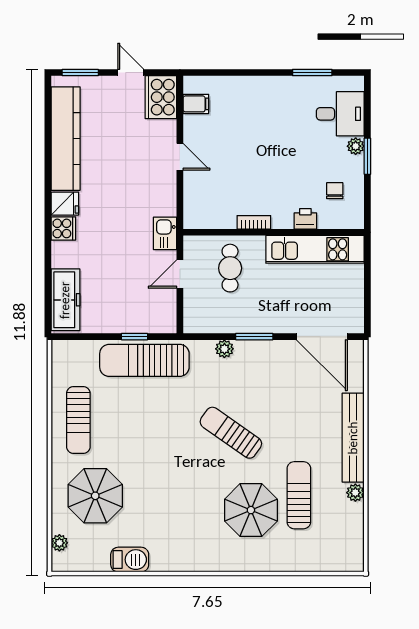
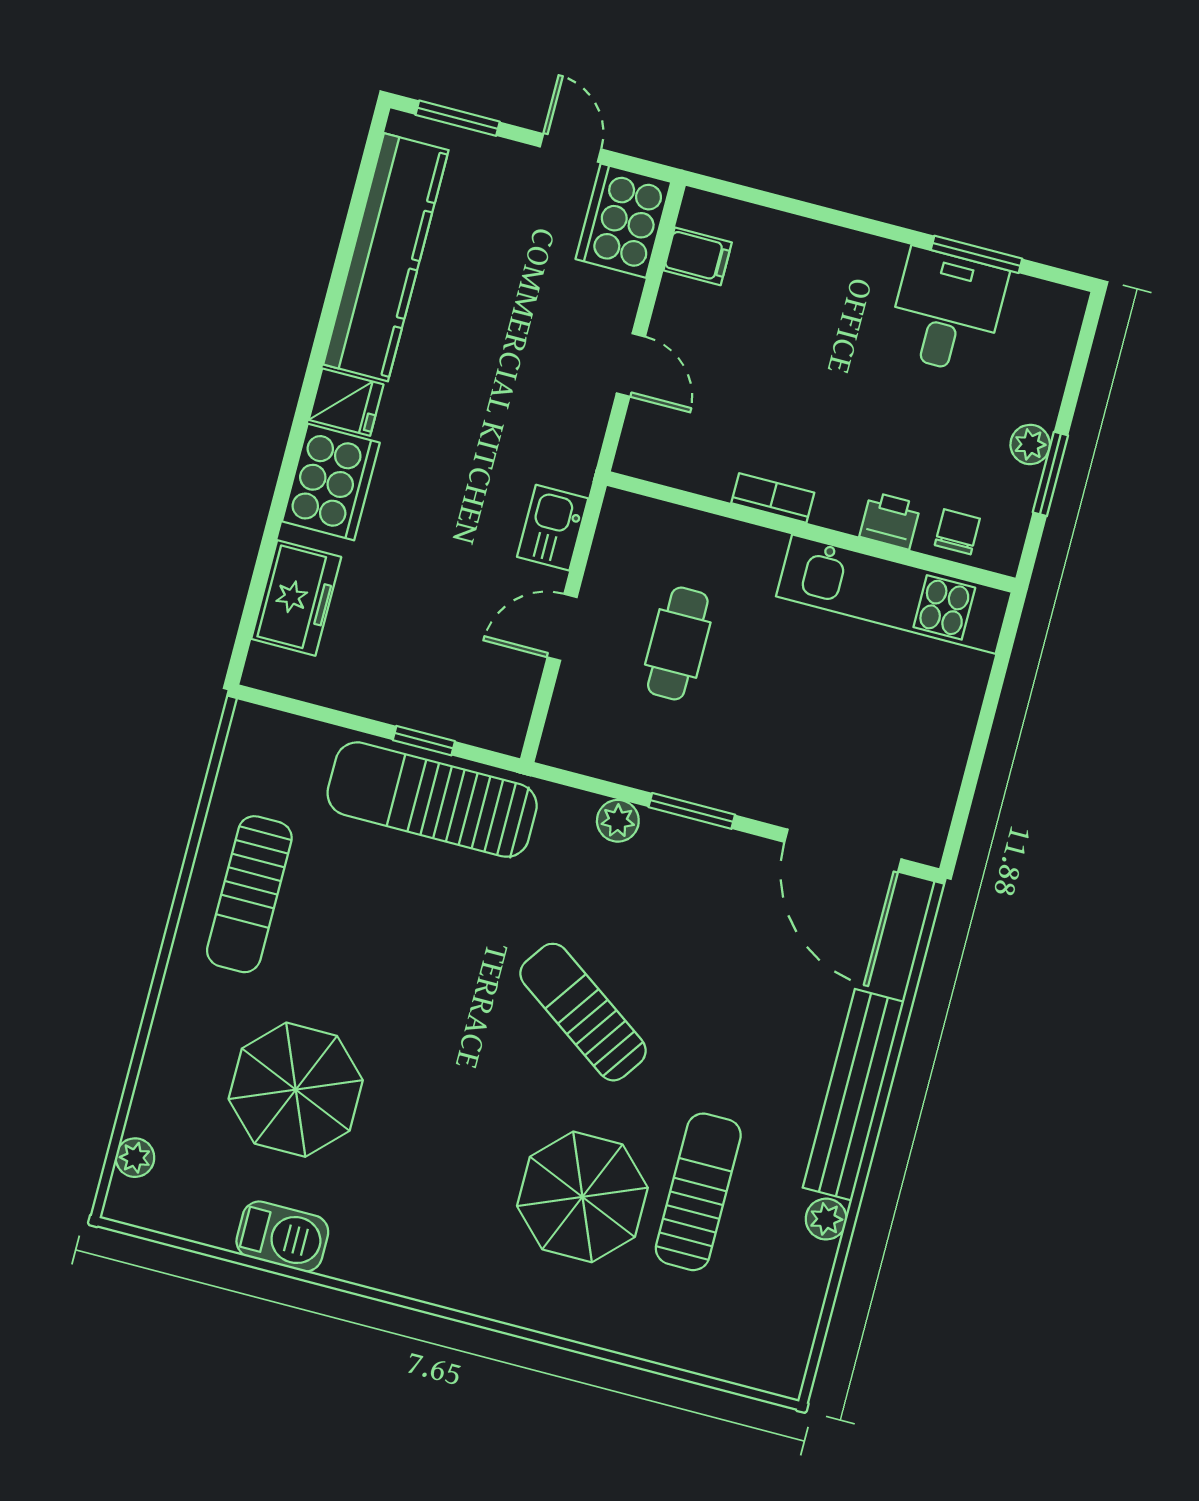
desk: (340, 114) -> (947, 311), moved, turned -90
printer: (305, 219) -> (890, 520), moved
bookcase: (254, 222) -> (773, 498), moved
cooker: (63, 228) -> (331, 482), width x1.87, depth x1.31
wall: (274, 232) -> (811, 532), moved
kitchen unit: (315, 249) -> (894, 594), moved
freezer: (65, 300) -> (296, 598), width x0.71
parasol: (95, 496) -> (296, 1090), moved

